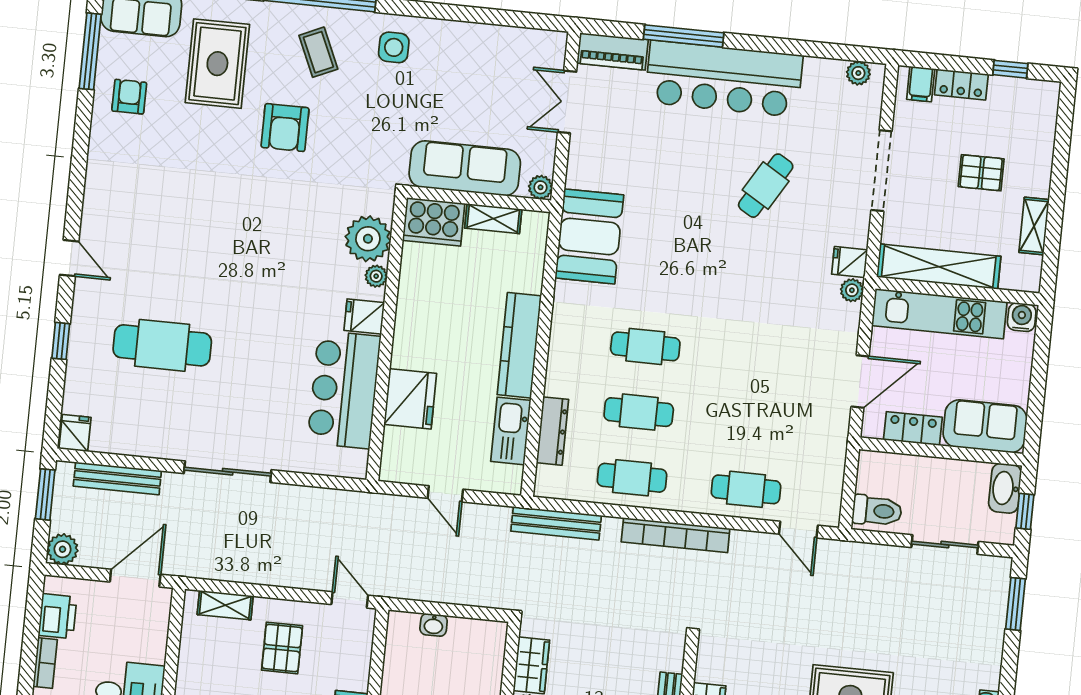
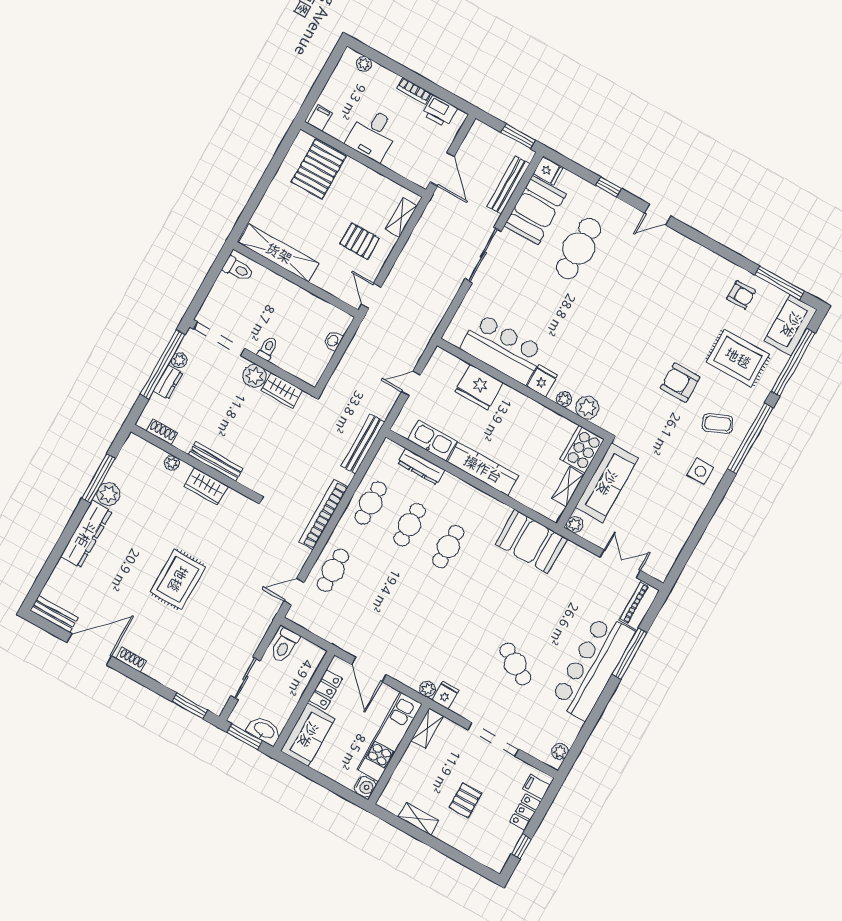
plant: (368, 239) -> (587, 408), width x0.73, depth x0.73
shelving: (939, 267) -> (427, 728), width x0.45, depth x0.75
booth: (136, 427) -> (535, 210), added
window: (1025, 511) -> (245, 737), width x1.50
plant: (63, 549) -> (480, 132), removed
door: (350, 600) -> (371, 296), swing flipped

